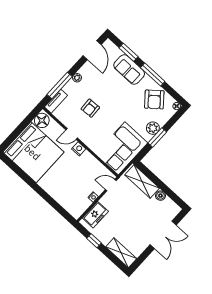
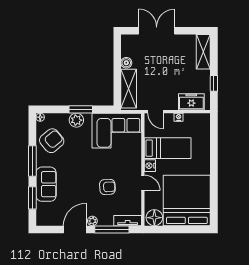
door: (92, 50) -> (75, 229), moved
bed: (79, 171) -> (168, 148), added

